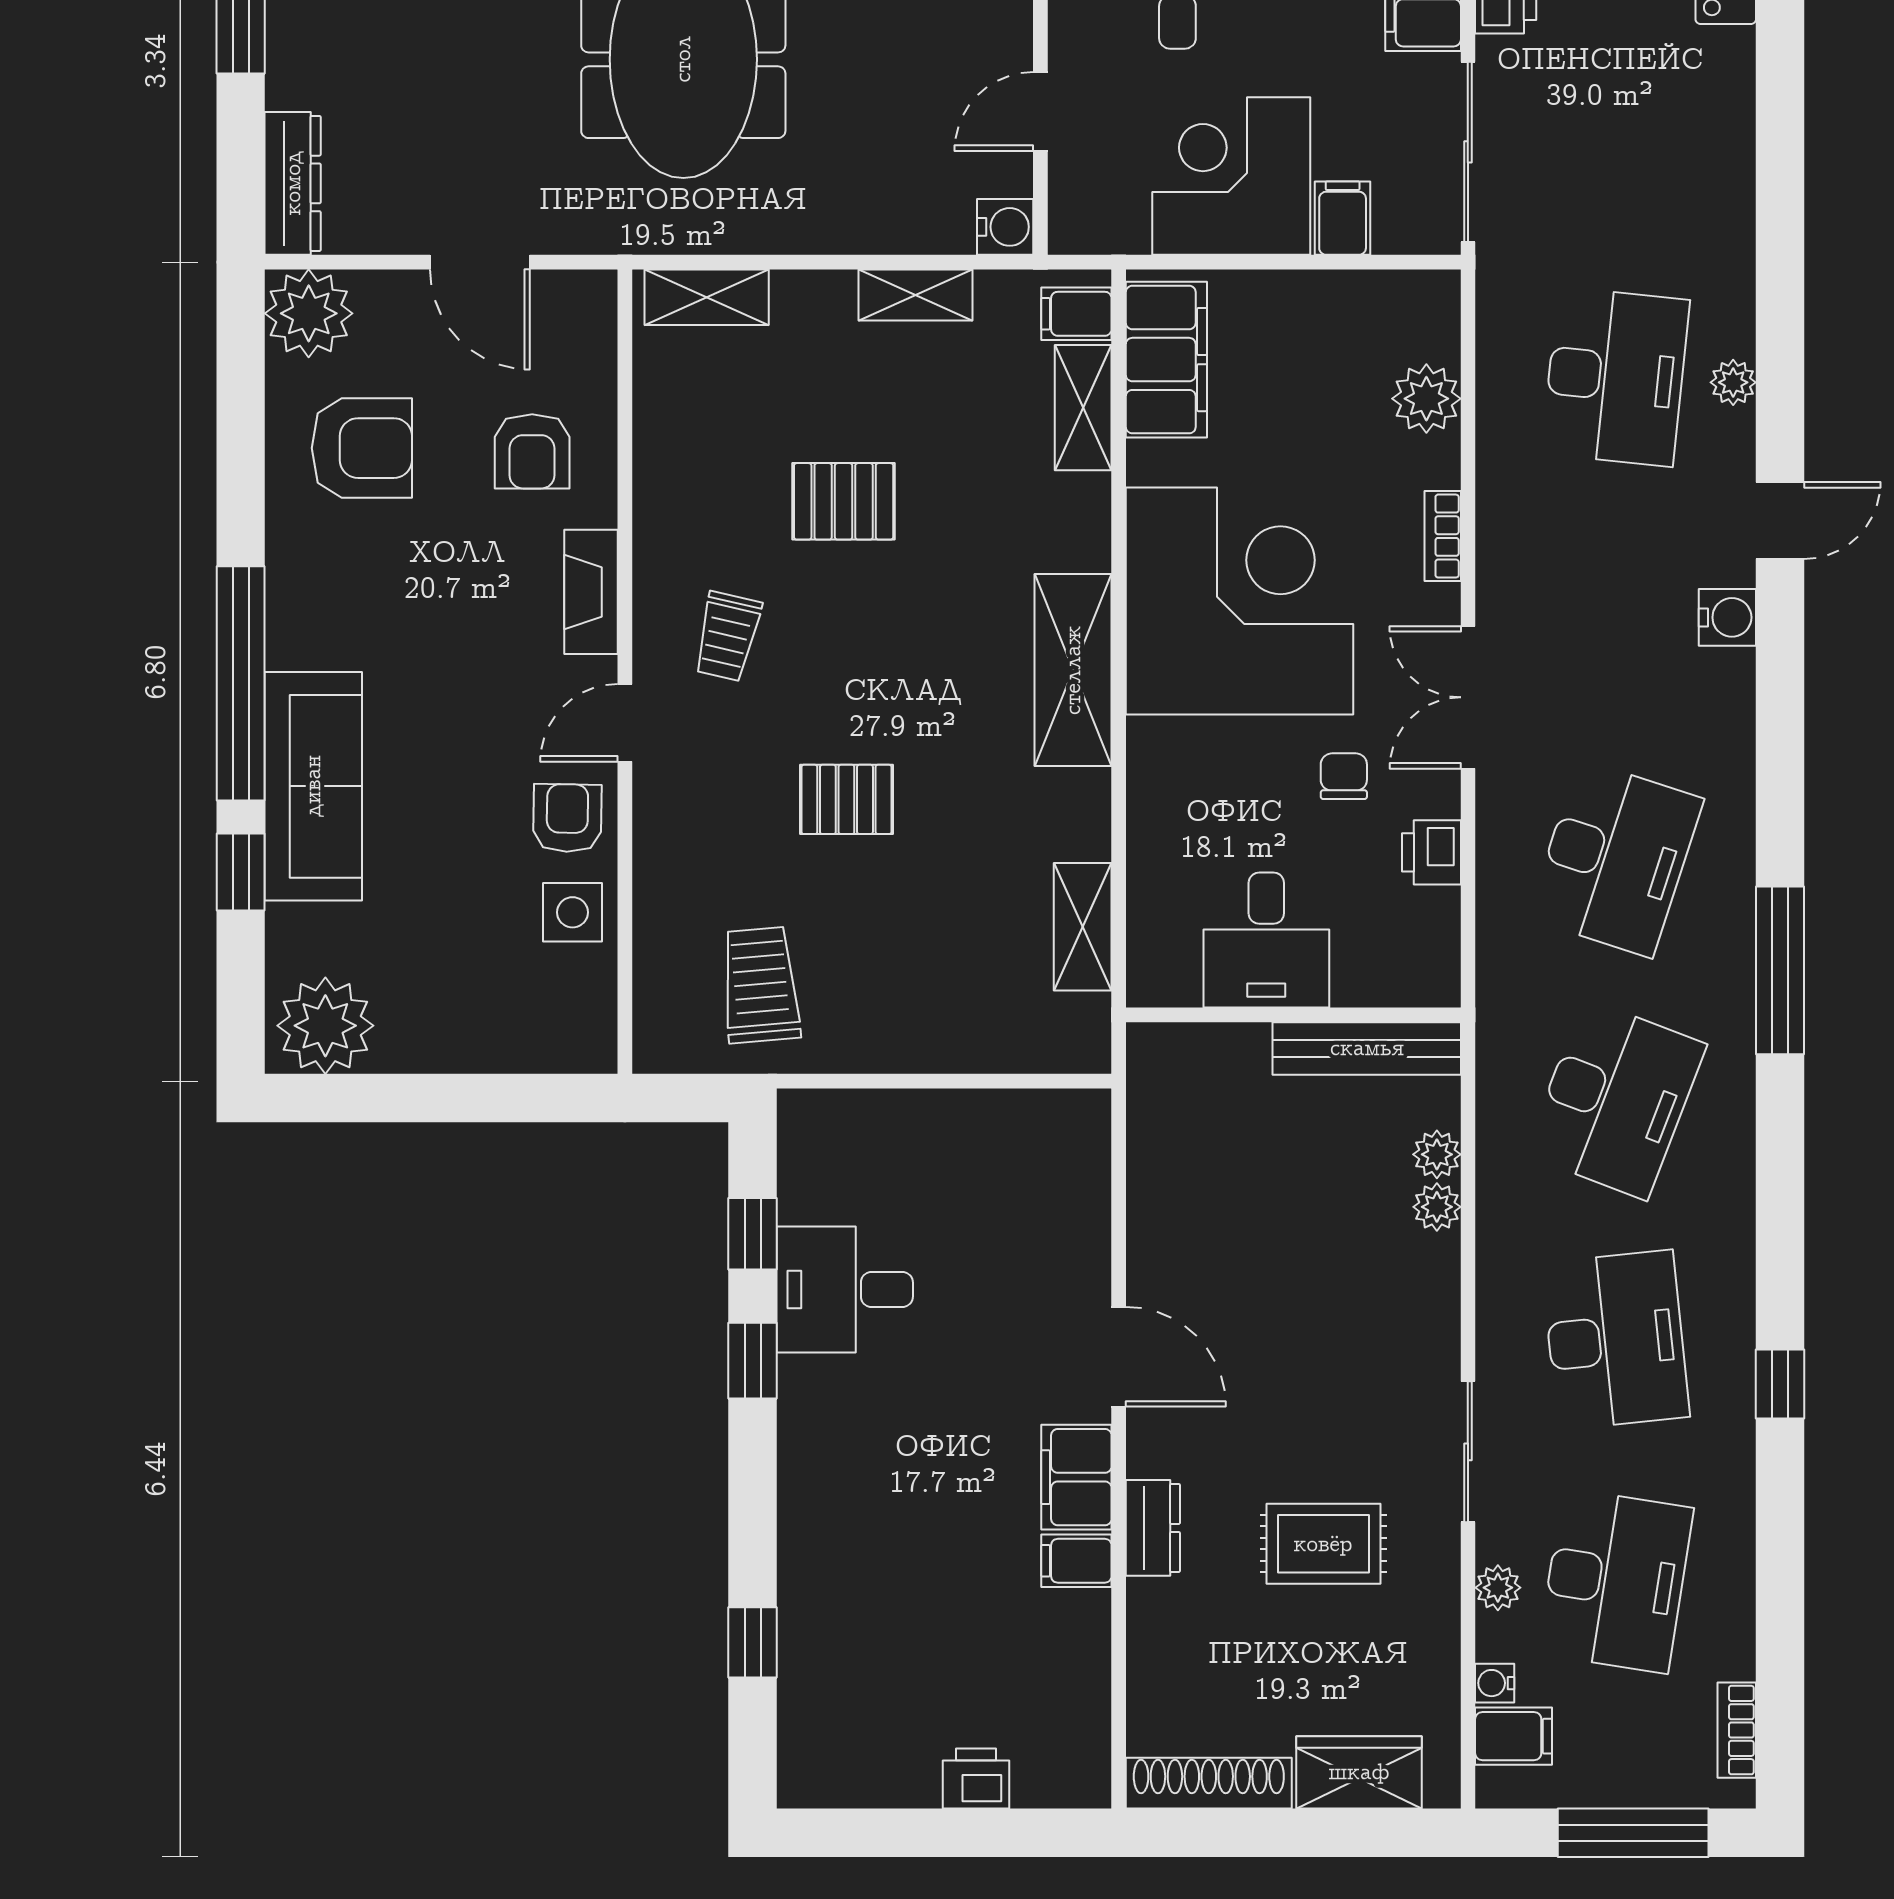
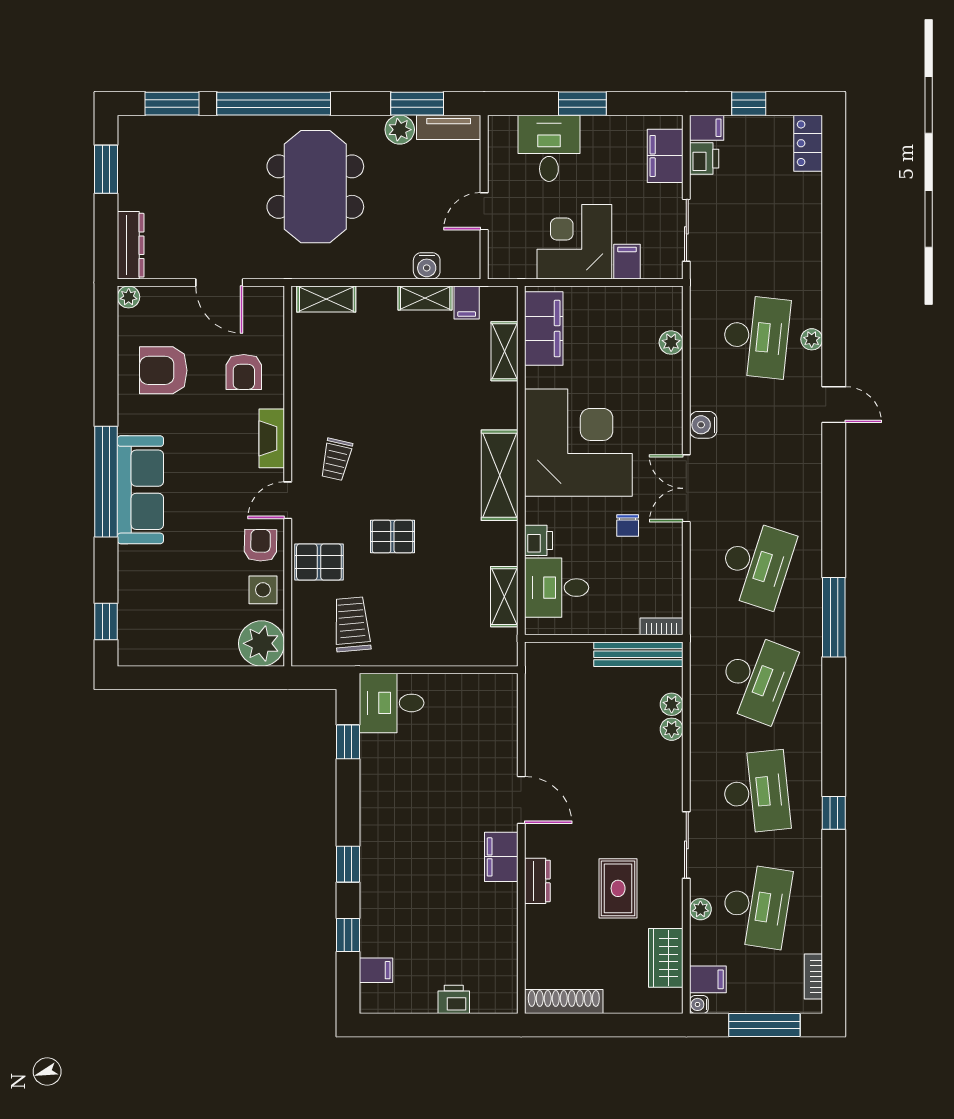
sliding door: (1468, 152) -> (686, 230), width x0.73
water cooler: (1005, 227) -> (427, 266), moved, turned 90
plant: (309, 313) -> (129, 297), width x0.53, depth x0.53
filing cabinet: (1076, 314) -> (467, 302), moved, turned -90
plant: (1426, 399) -> (671, 343), width x0.73, depth x0.73
armchair: (362, 448) -> (163, 370), turned 180
pallet: (844, 501) -> (319, 562), moved
door: (1780, 521) -> (834, 405), hinge flipped
bookcase: (1443, 536) -> (662, 626), moved, turned 90
water cooler: (1727, 617) -> (703, 425), moved, turned 180
chair: (1344, 776) -> (628, 526), turned 180
sofa: (313, 786) -> (140, 490), moved
printer: (1431, 852) -> (538, 540), moved, turned 180
window: (241, 872) -> (106, 621), moved
desk: (1266, 940) -> (557, 588), moved, turned 90
plant: (325, 1026) -> (261, 643), moved
desk: (845, 1290) -> (392, 703), moved
window: (753, 1361) -> (348, 864), moved
rug: (1323, 1544) -> (618, 888), turned 90
filing cabinet: (1076, 1561) -> (376, 970), moved, turned 180
water cooler: (1495, 1683) -> (699, 1004), moved
wardrobe: (1359, 1772) -> (666, 958), moved, turned -90

